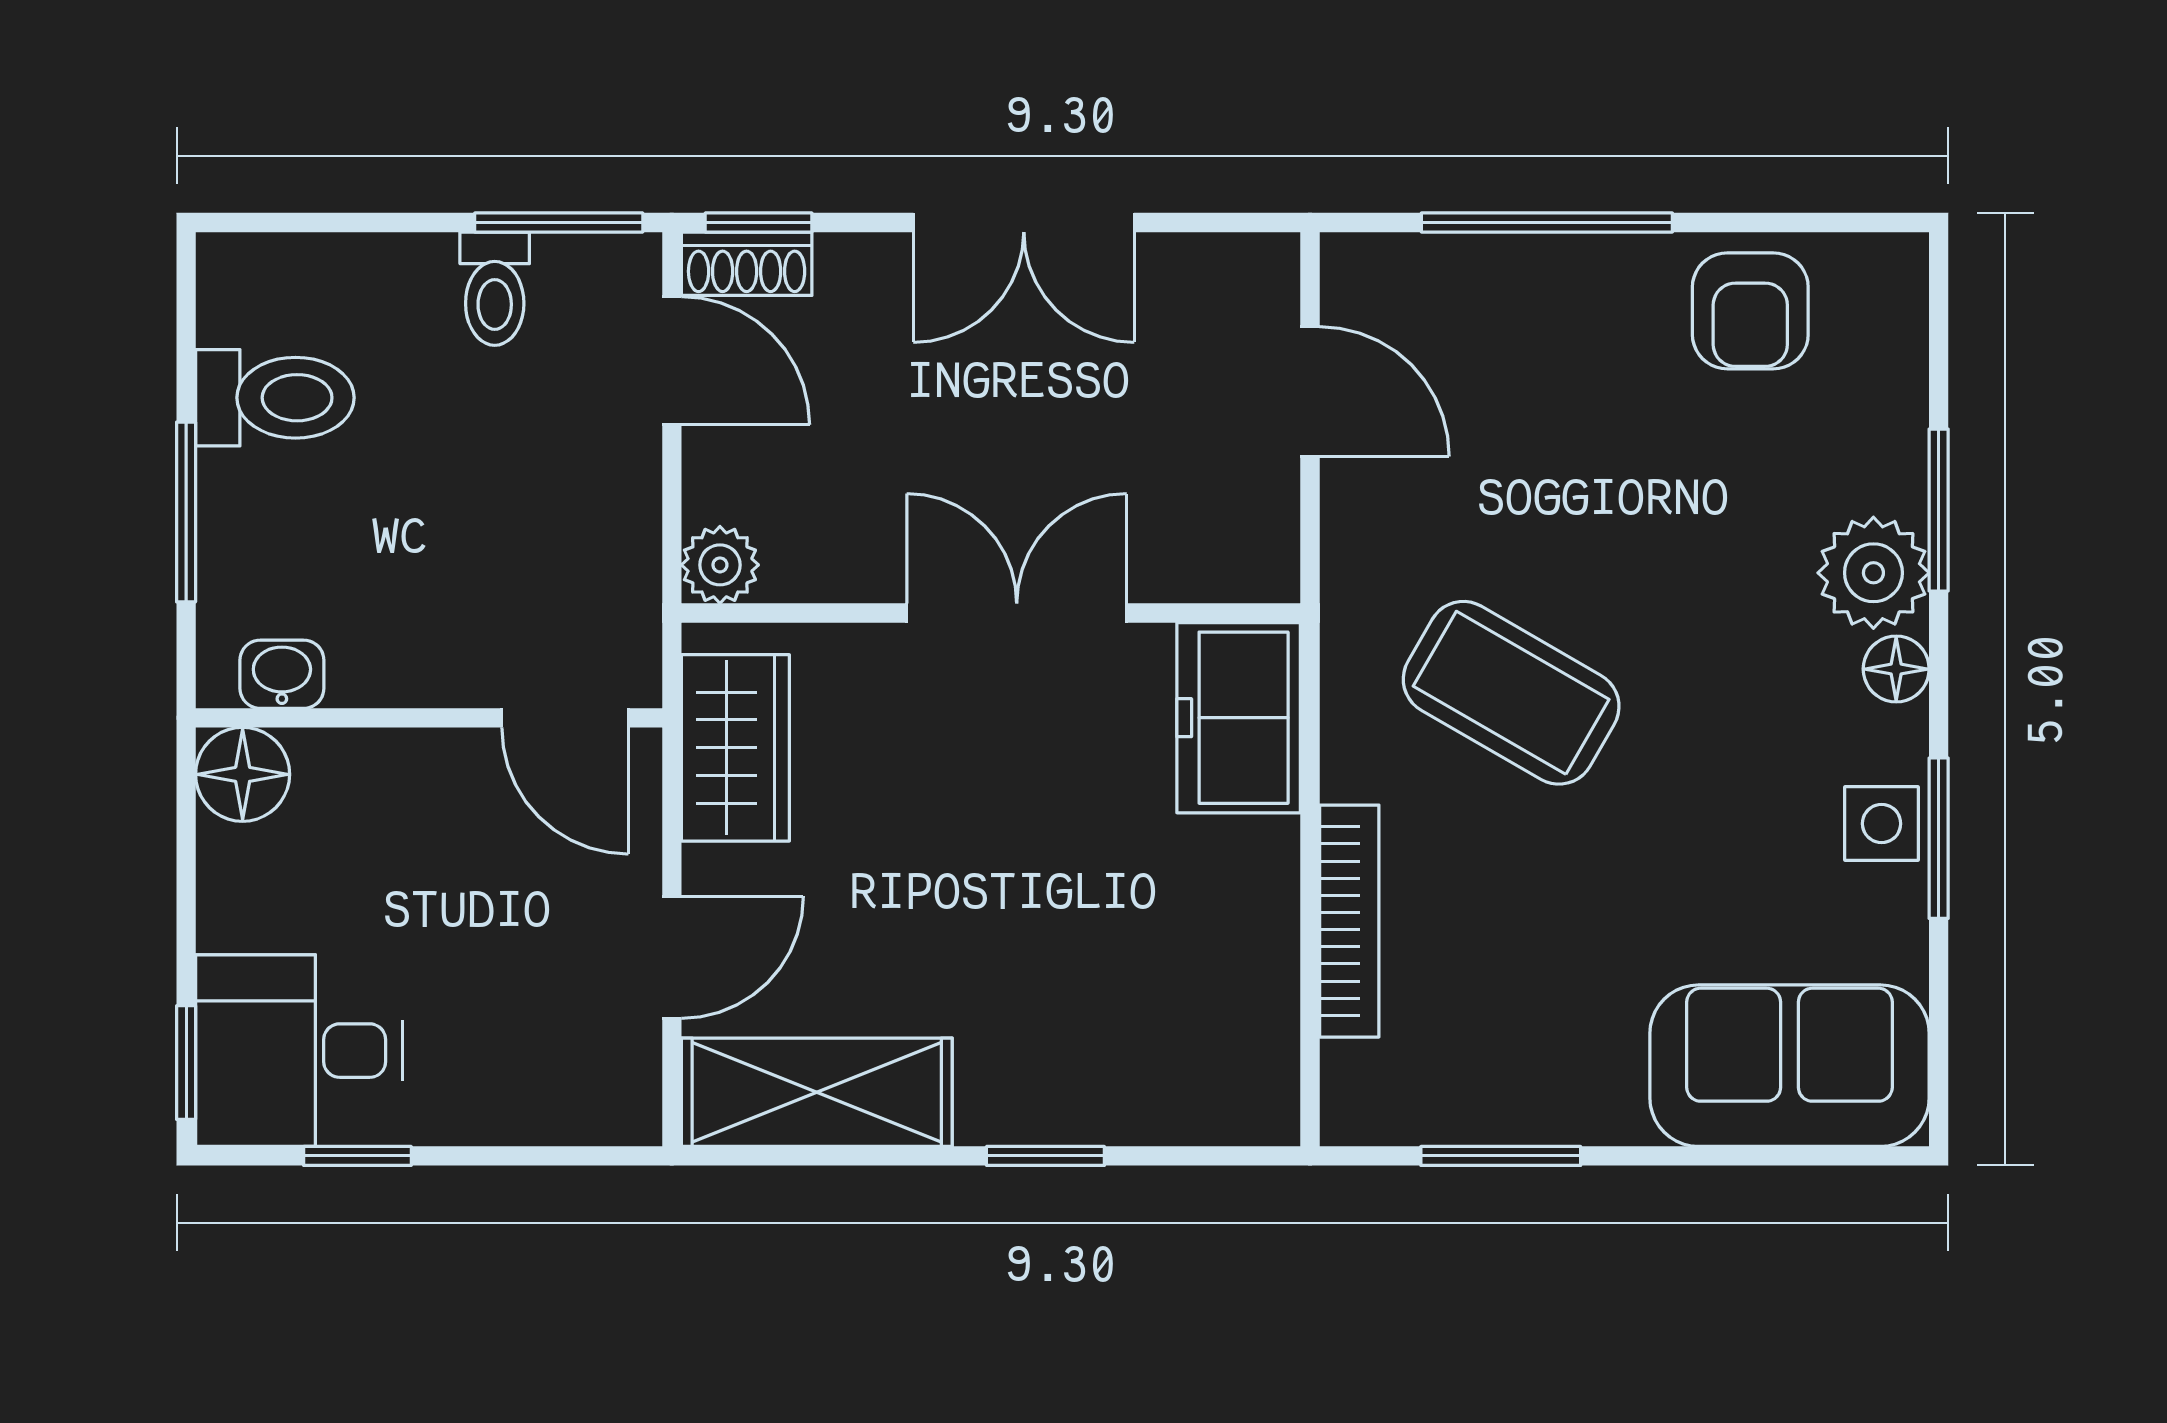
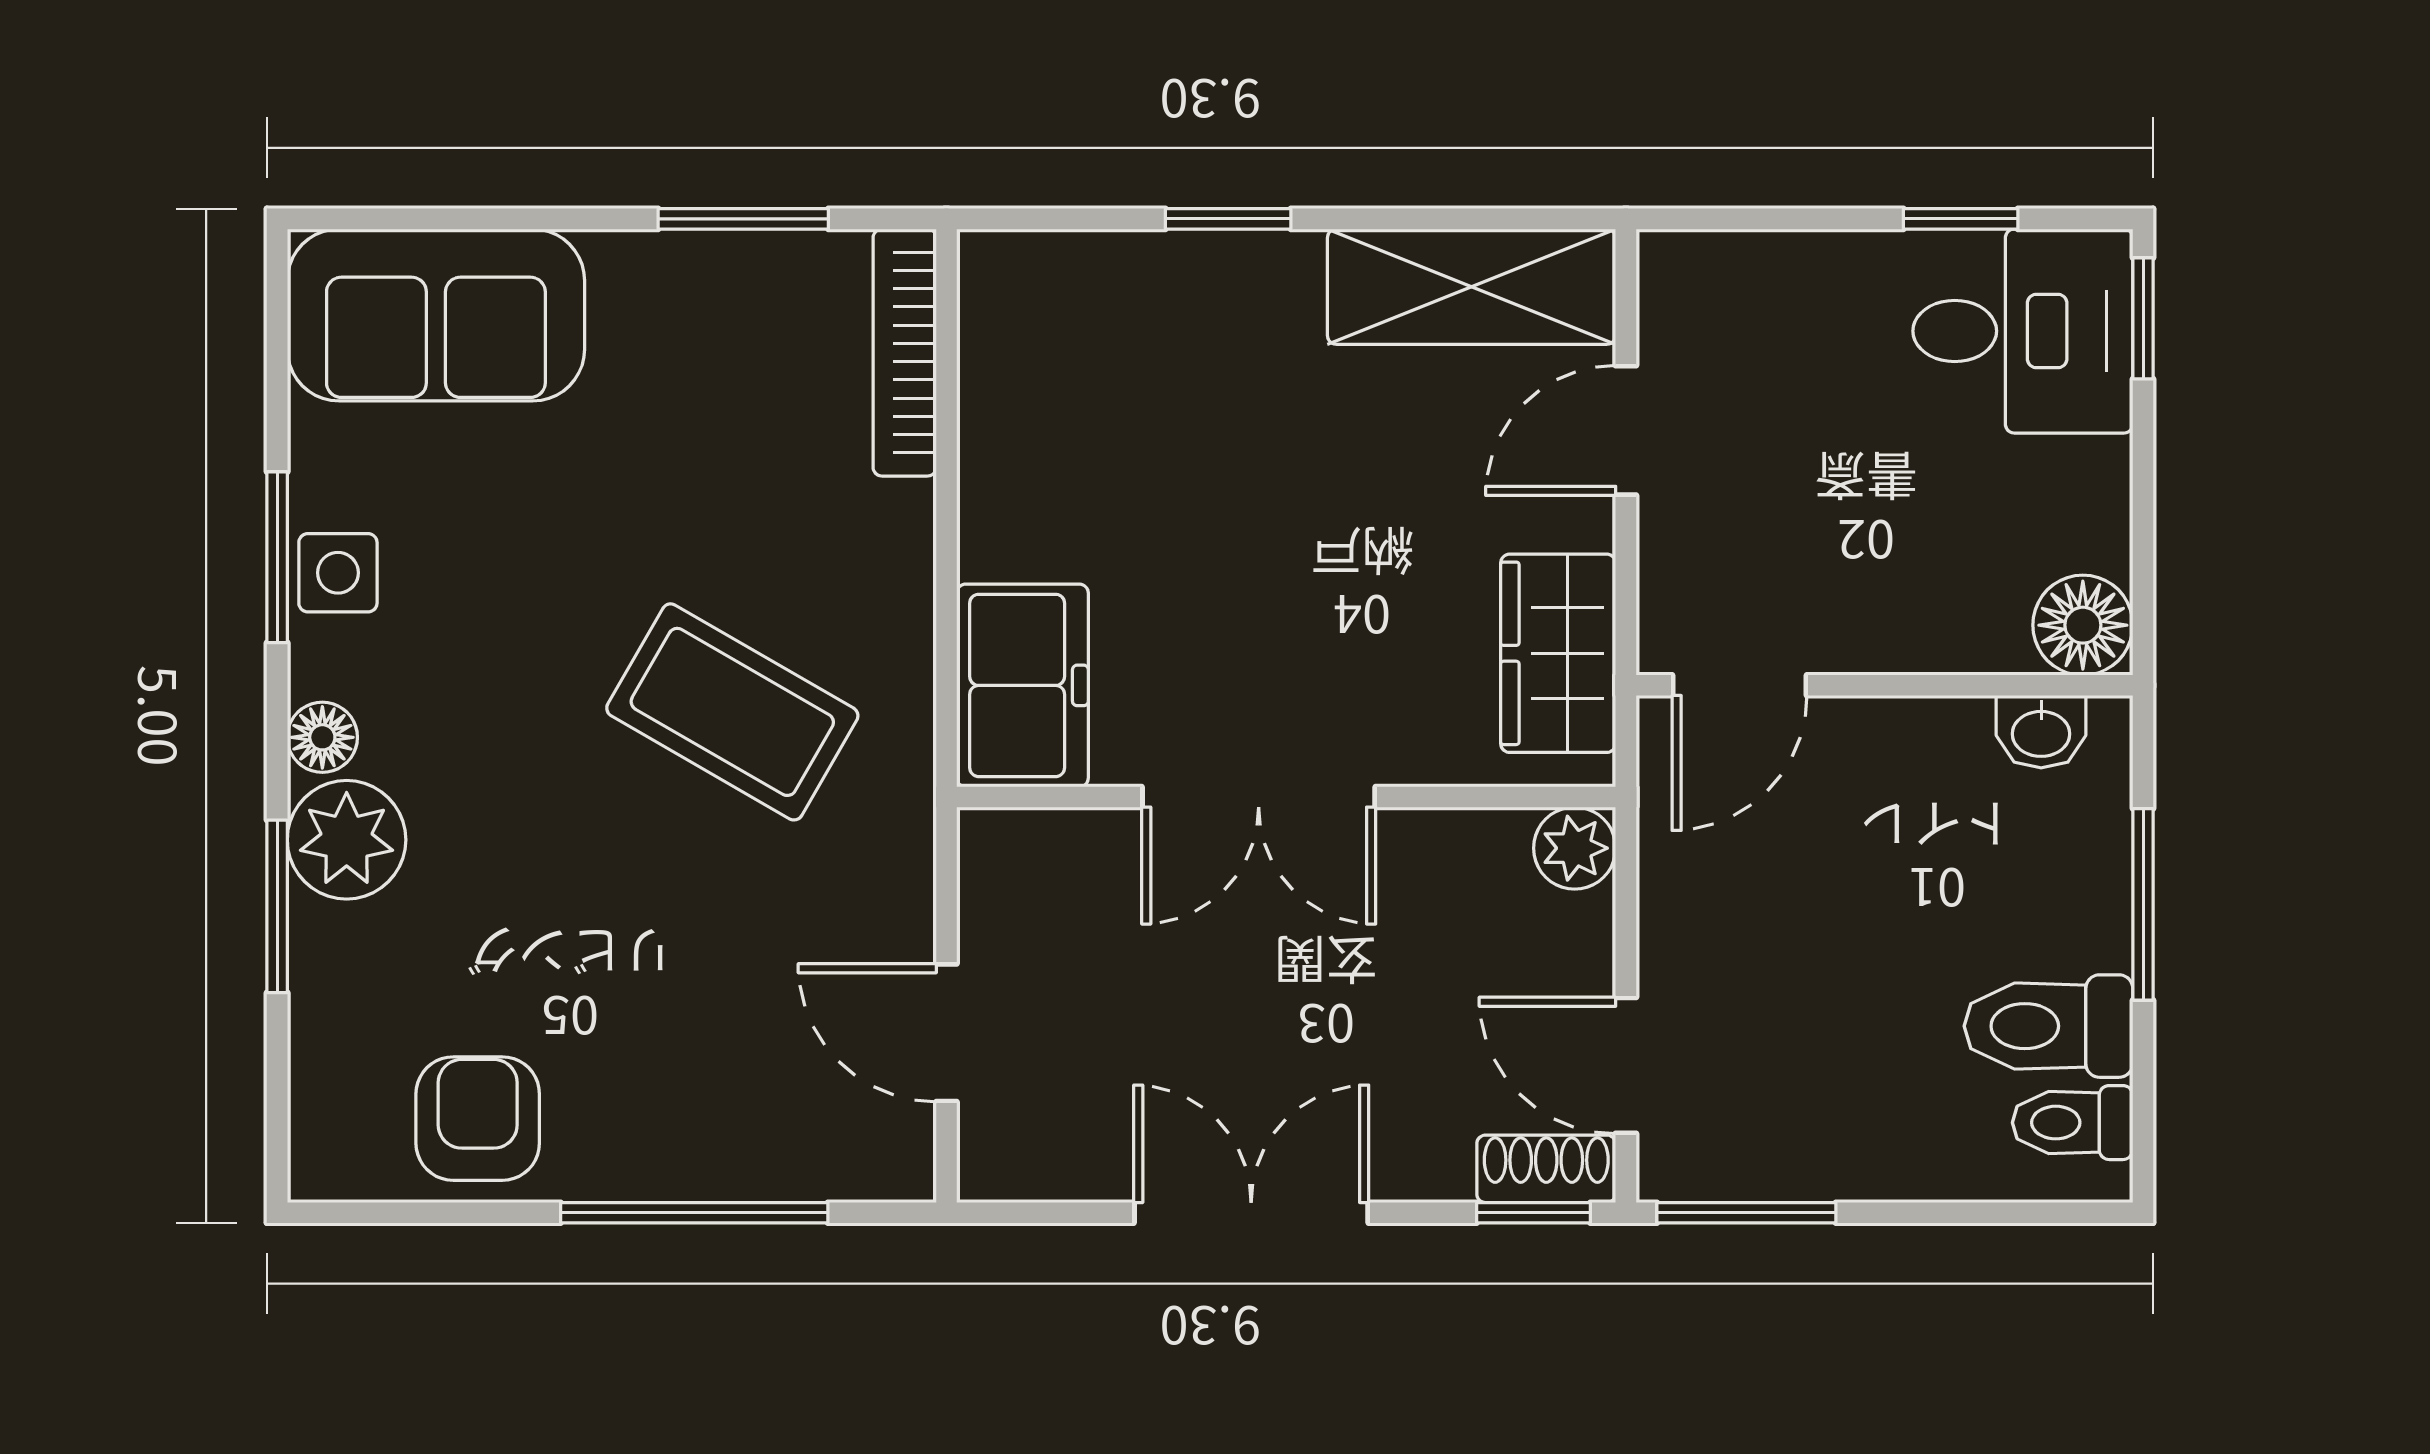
toilet: (495, 289) -> (2073, 1123), moved, turned -90
door: (565, 718) -> (1739, 685), swing flipped
bookcase: (1349, 921) -> (905, 353), moved

